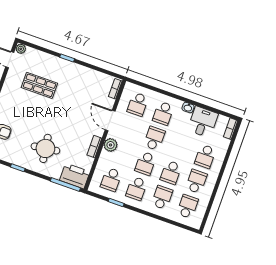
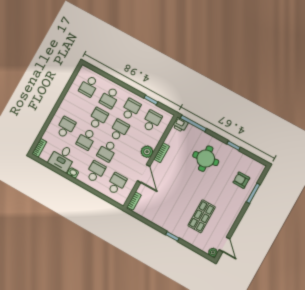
shop shelf: (39, 85) -> (202, 216), turned 90
printer: (75, 176) -> (180, 125), width x0.53, depth x0.68
school desk: (196, 181) -> (86, 139), moved

